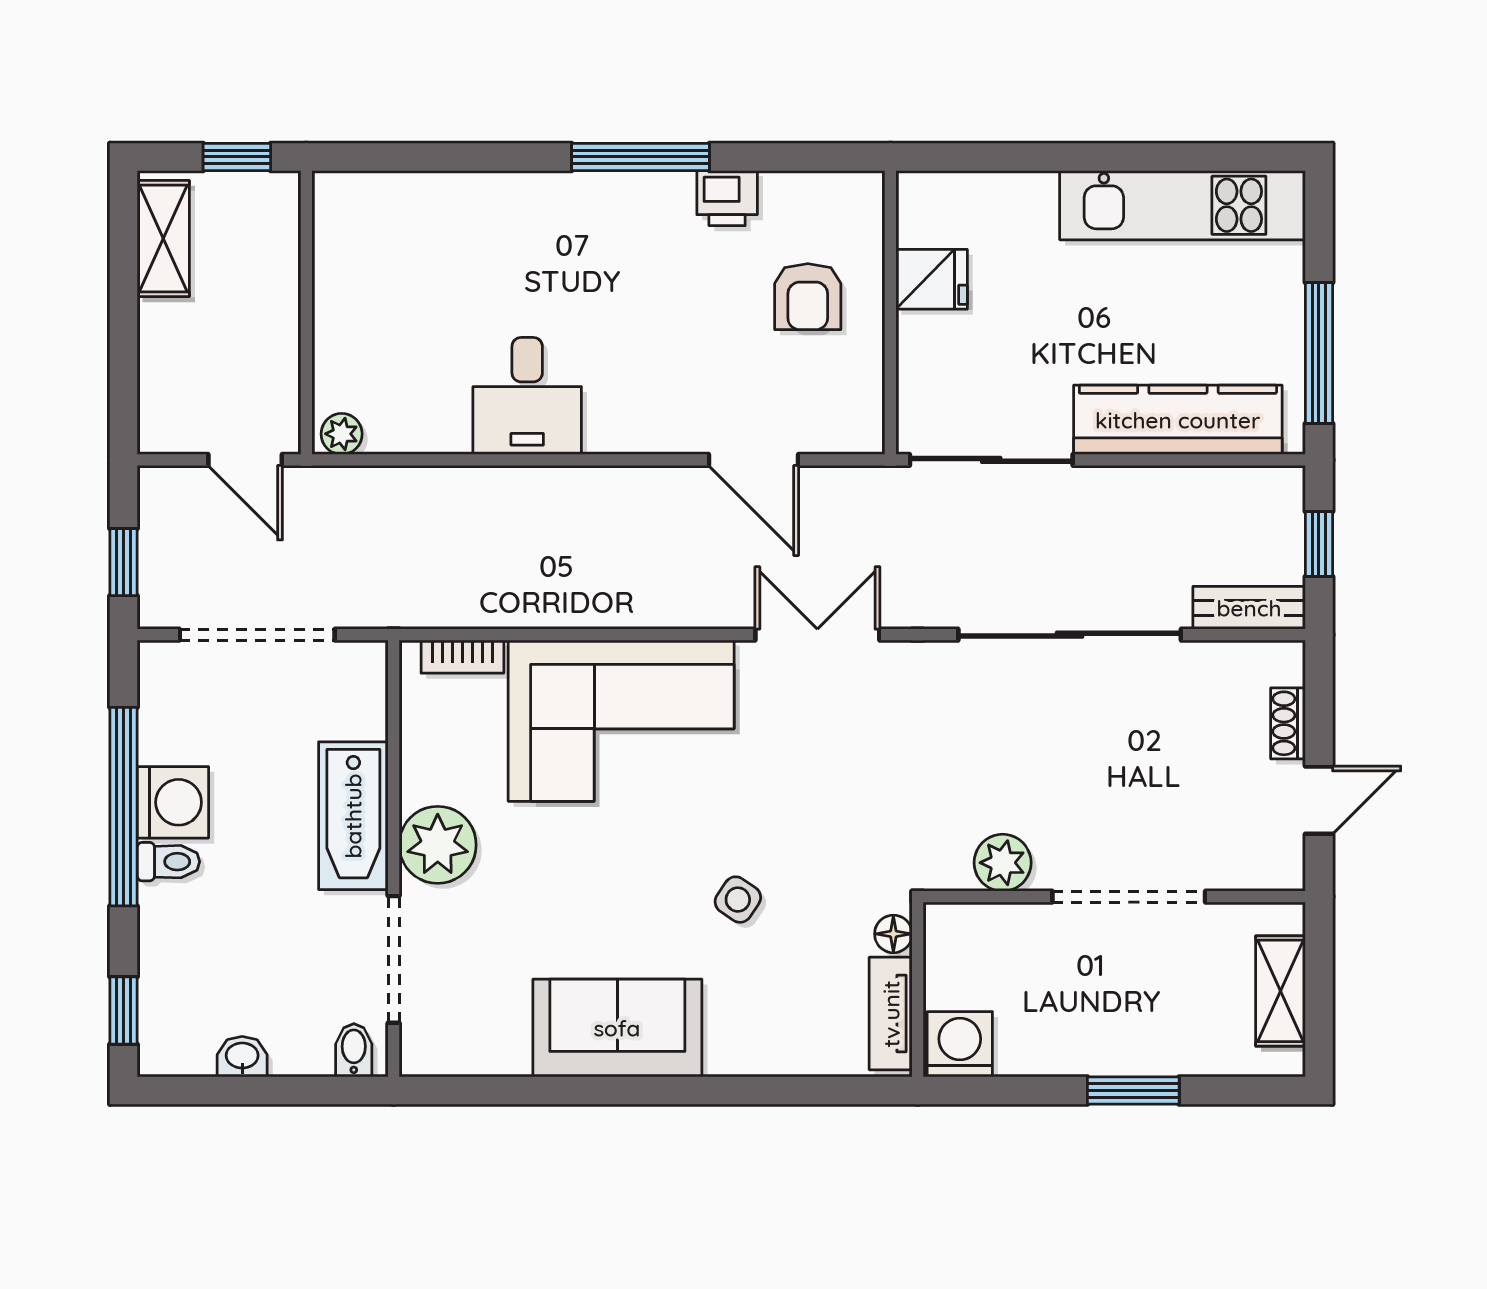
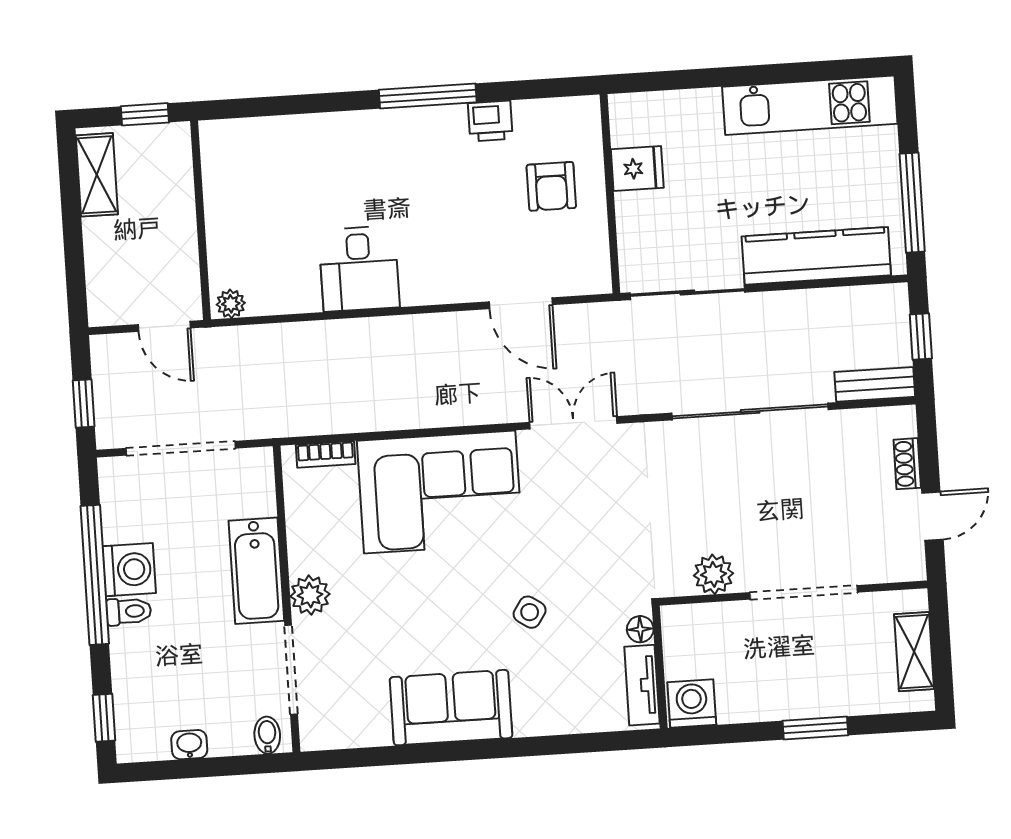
plant: (438, 845) -> (310, 595), width x0.73, depth x0.73

